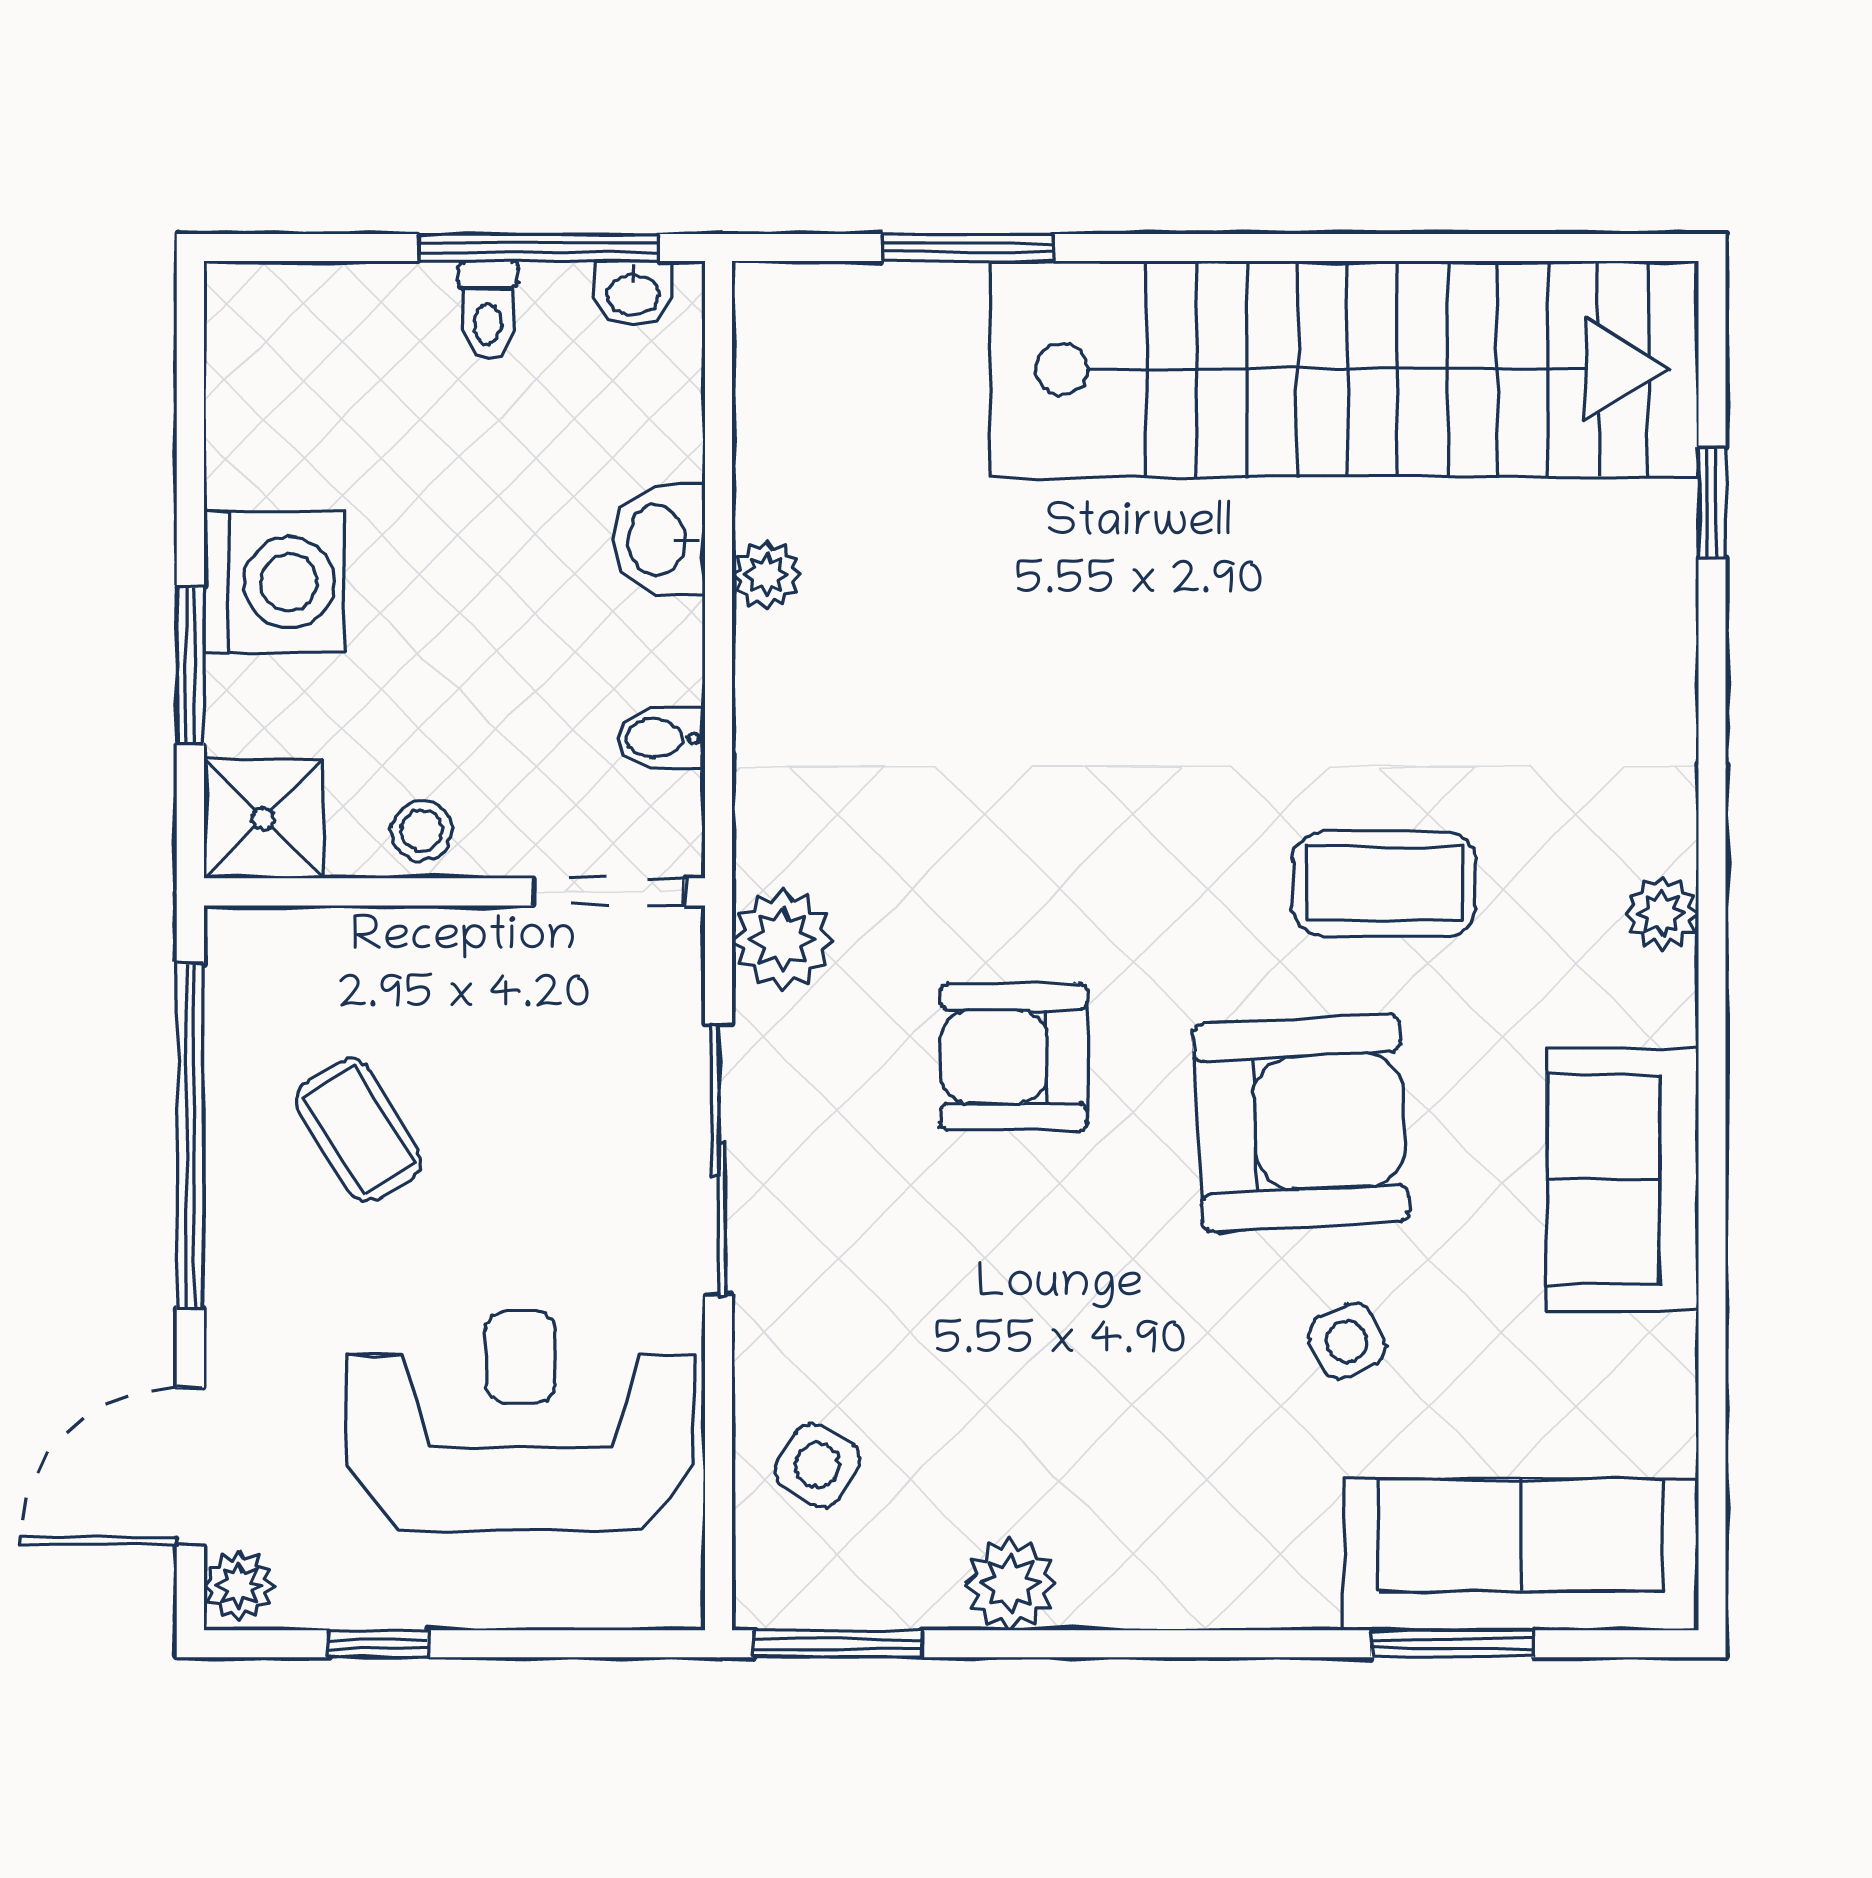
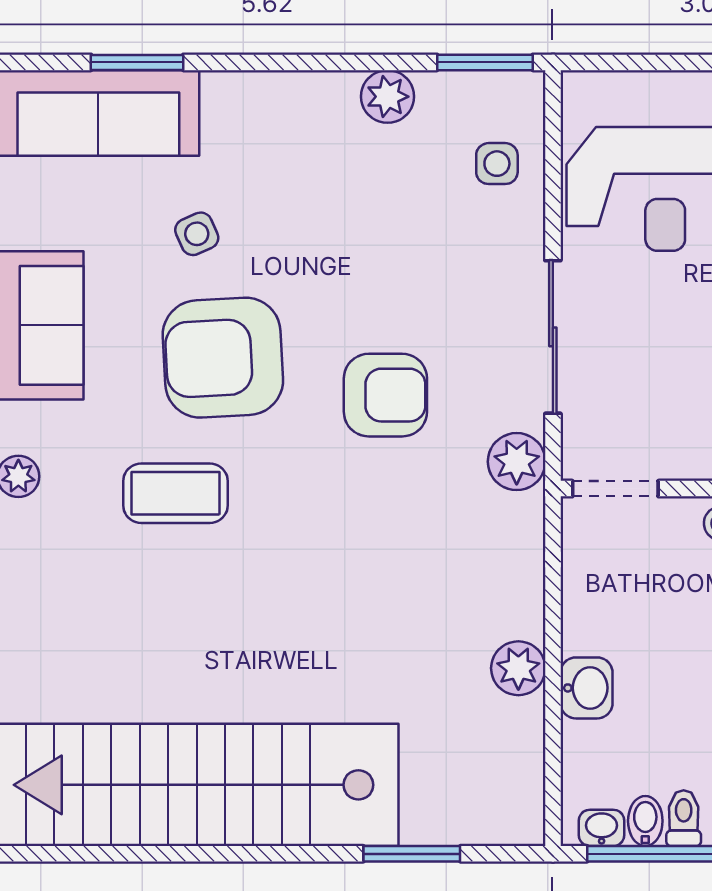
plant: (767, 575) -> (518, 668), width x1.38, depth x1.38
bidet: (661, 738) -> (645, 821), moved, turned -90
side table: (817, 1465) -> (497, 164), turned -31

